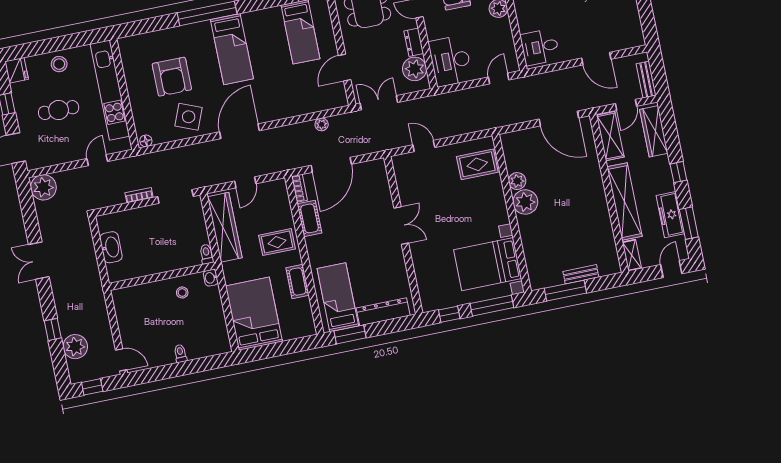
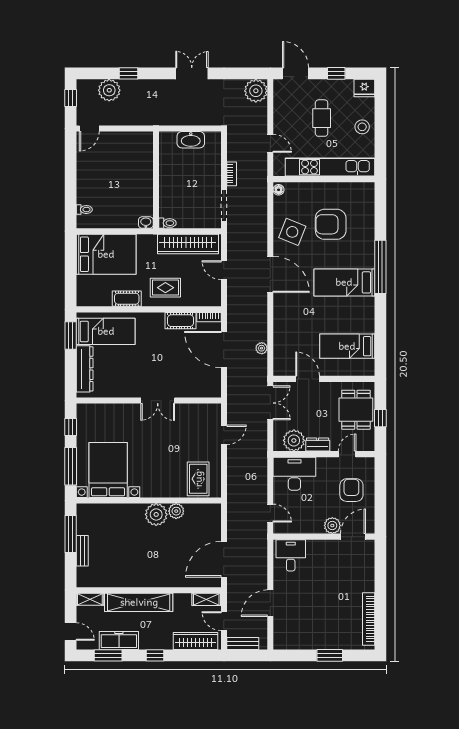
shelving: (610, 136) -> (206, 599), width x0.67, depth x0.75
rug: (277, 242) -> (165, 288), turned 90
stool: (182, 293) -> (138, 195), removed
toilet: (180, 353) -> (84, 210), moved

